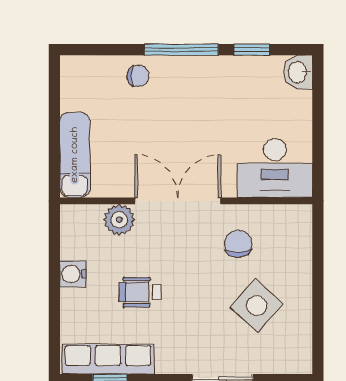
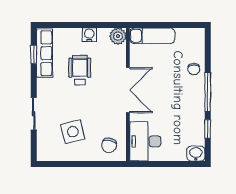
plant: (119, 220) -> (118, 36), moved
chair: (238, 244) -> (109, 145), moved, turned 102
wheelchair: (140, 292) -> (80, 70), width x1.36, depth x1.37
side table: (257, 306) -> (73, 132), turned 35

